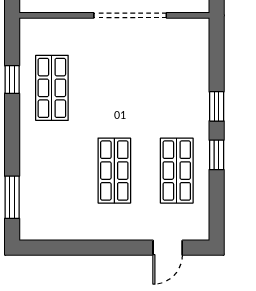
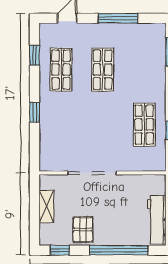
window: (217, 155) -> (35, 55), moved
window: (91, 248) -> (118, 18), added

